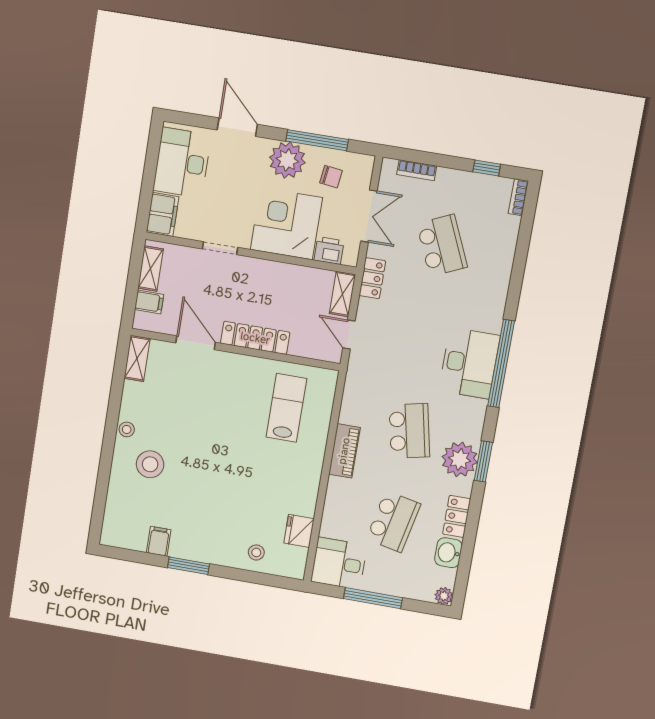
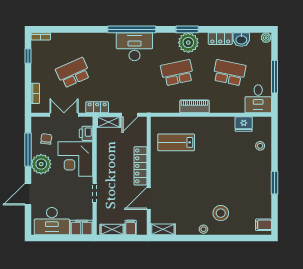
filing cabinet: (159, 541) -> (263, 225), moved

